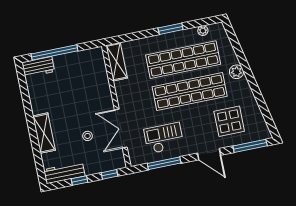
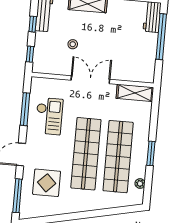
plant: (236, 72) -> (91, 204), removed
double door: (121, 128) -> (90, 80), moved

